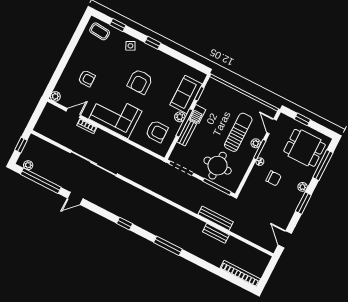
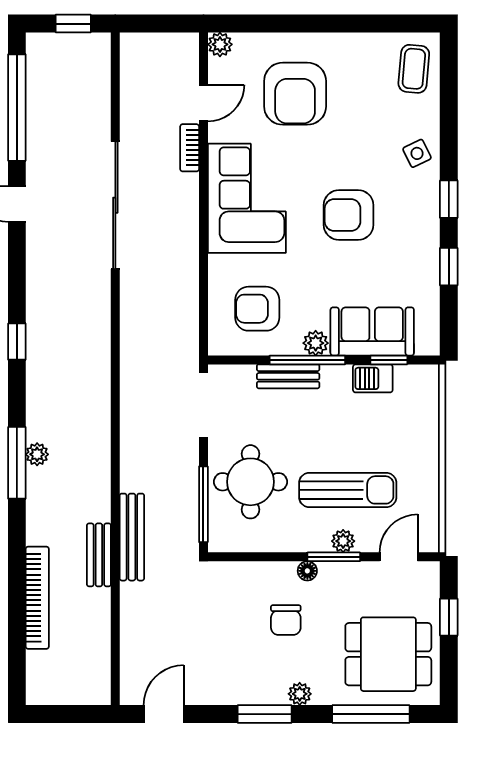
window: (118, 25) -> (449, 267), moved
armchair: (87, 79) -> (295, 94), width x1.88, depth x1.88
door: (73, 113) -> (203, 103), hinge flipped
barbecue: (197, 114) -> (373, 378), moved
armchair: (157, 131) -> (257, 309), turned 90
dining table: (305, 148) -> (388, 654), turned 90
plant: (28, 165) -> (37, 454), moved
bookcase: (240, 274) -> (37, 598), moved

